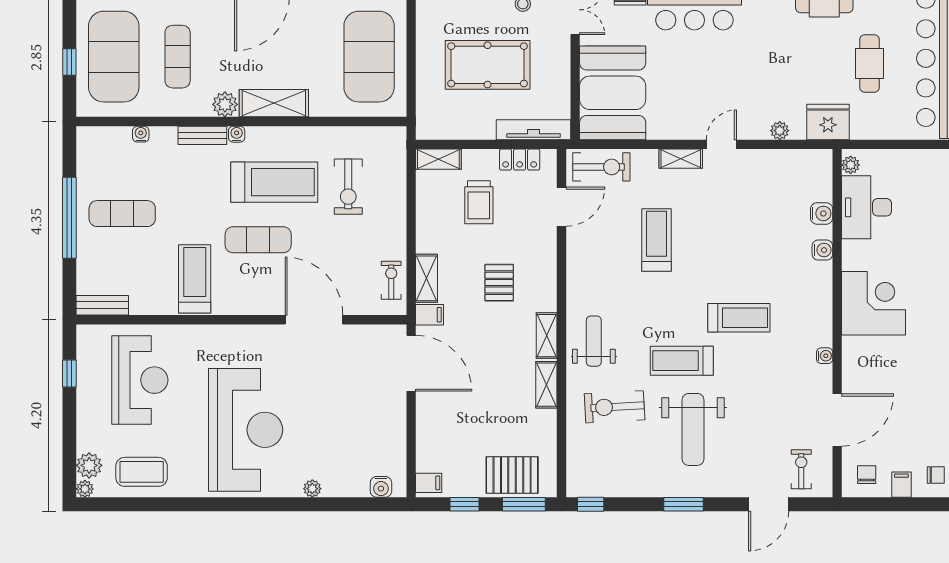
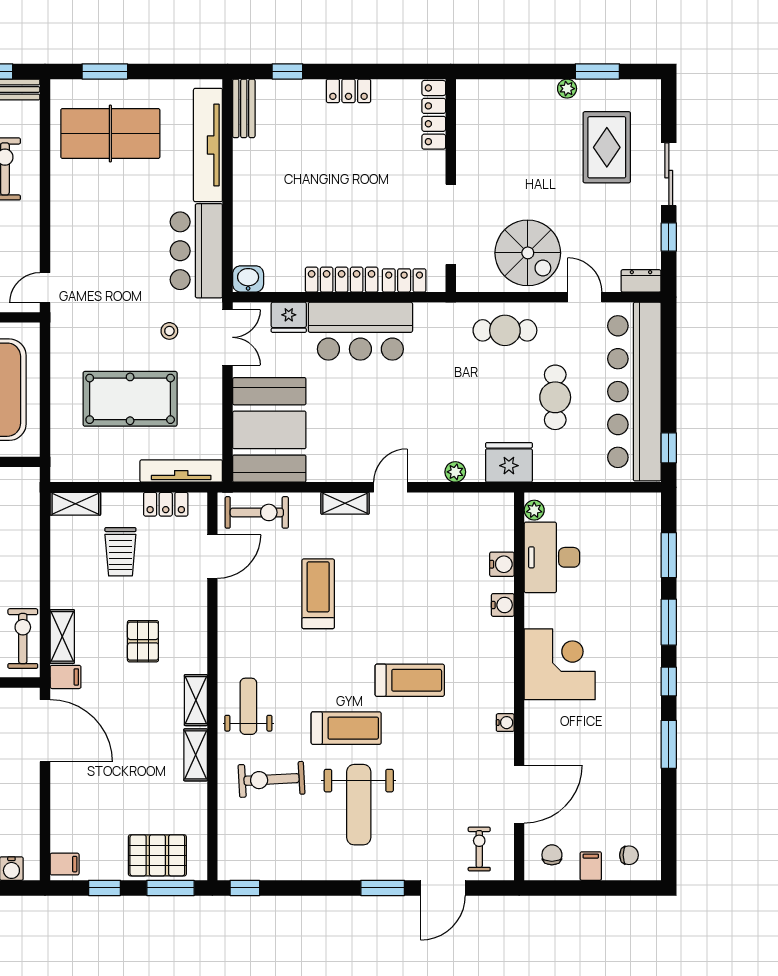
exercise bike: (391, 280) -> (23, 639), width x1.38, depth x1.39
treadmill: (682, 361) -> (346, 728), turned 180
window: (684, 504) -> (383, 888), moved

